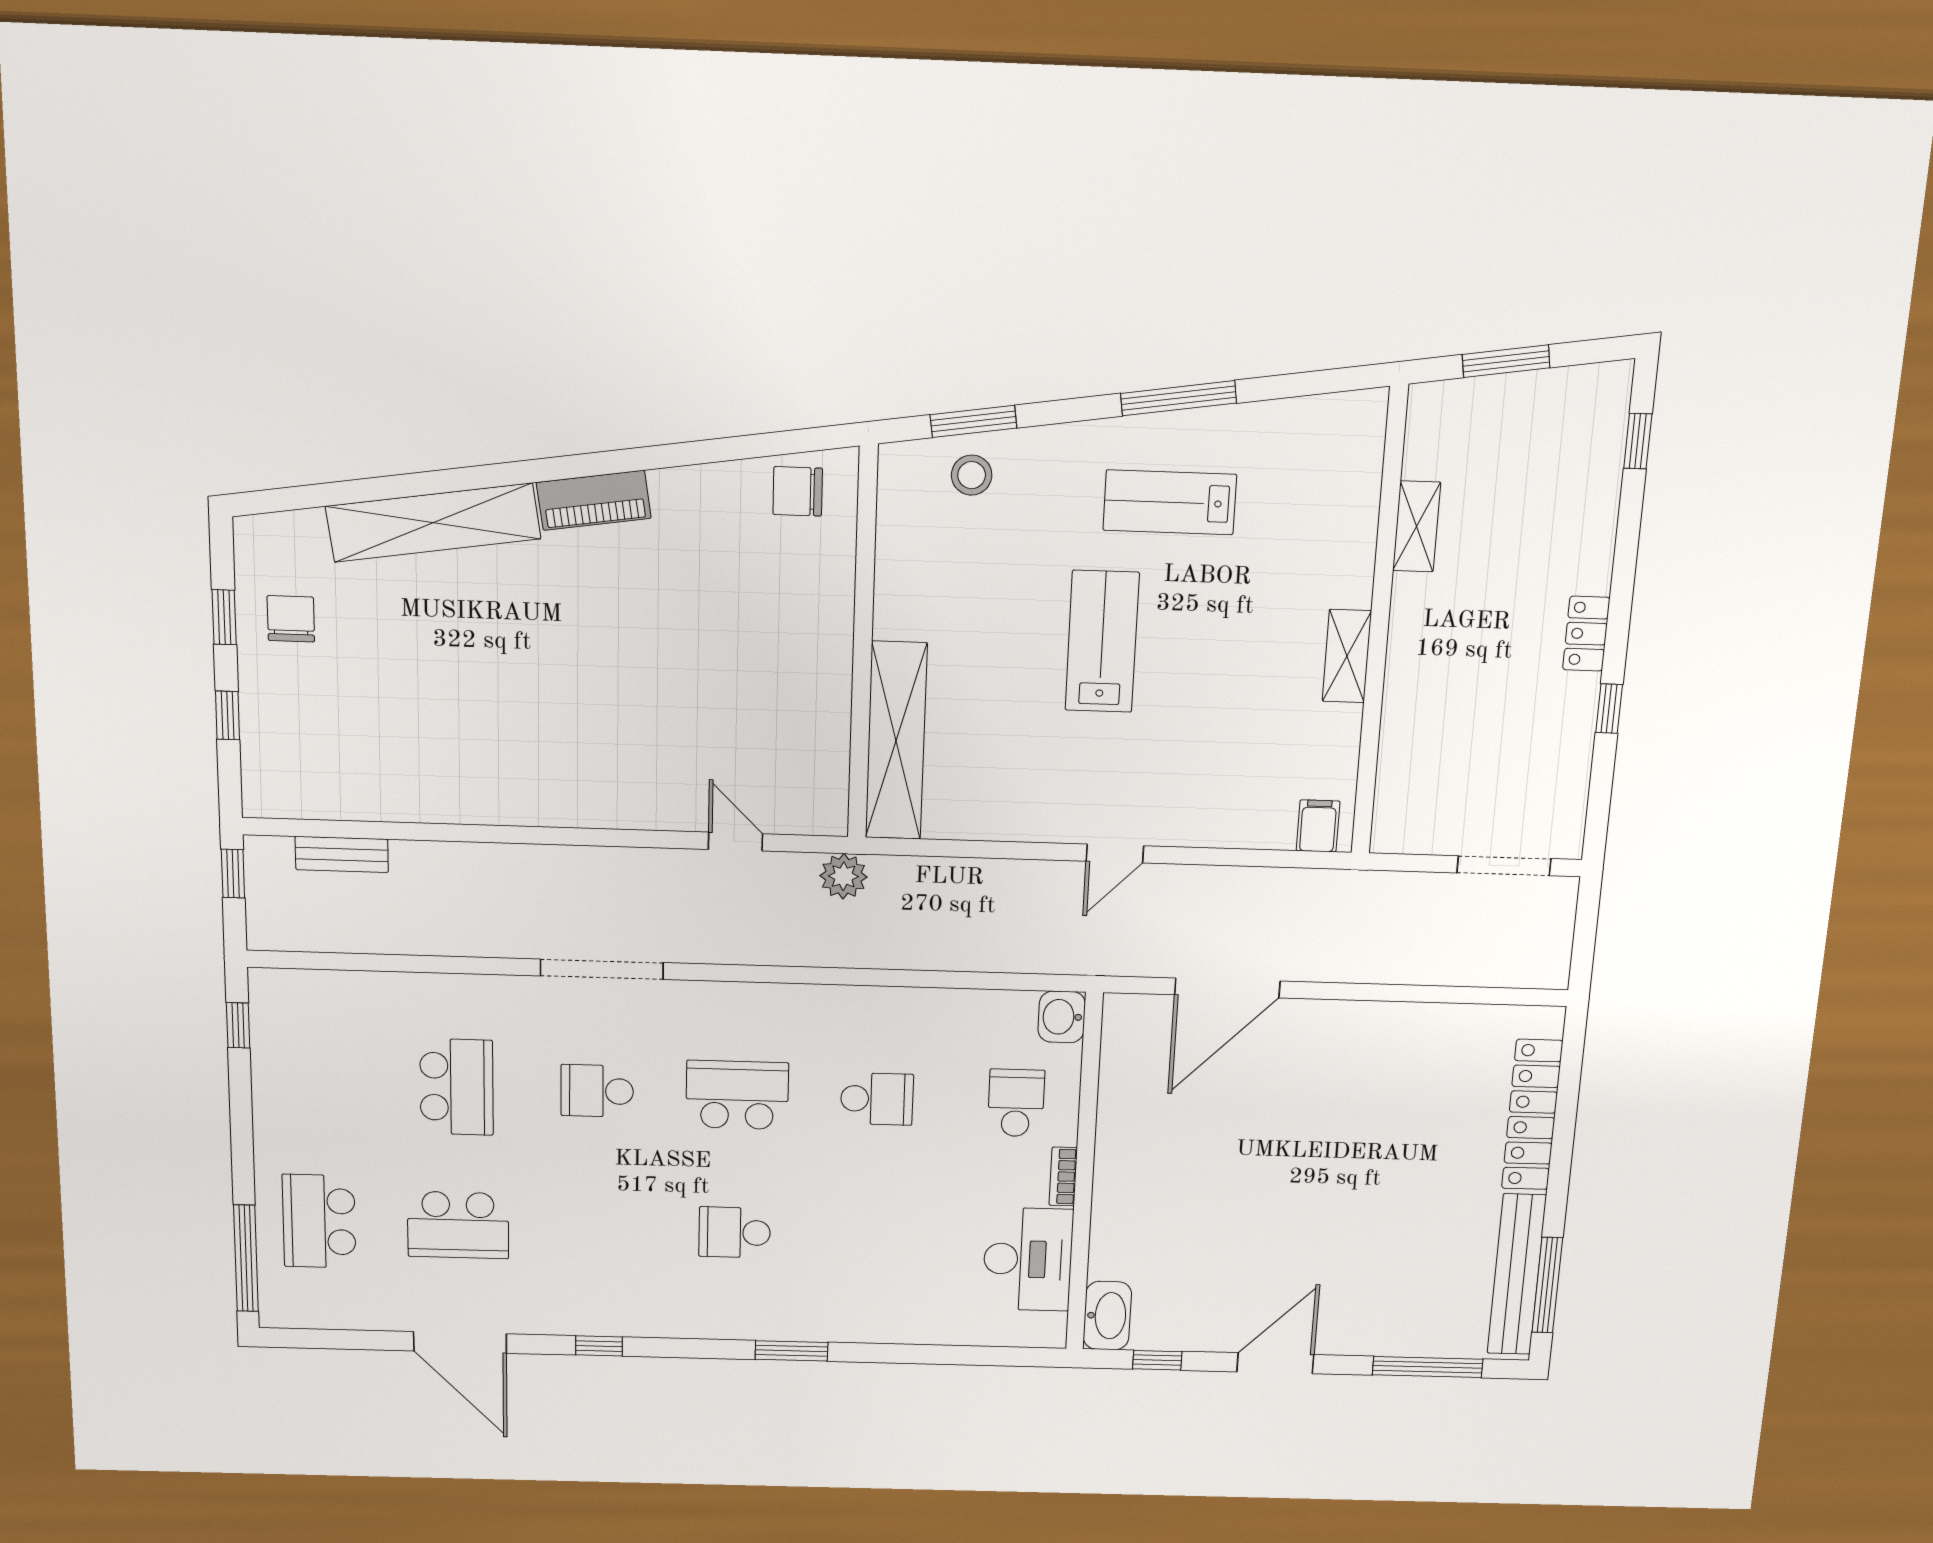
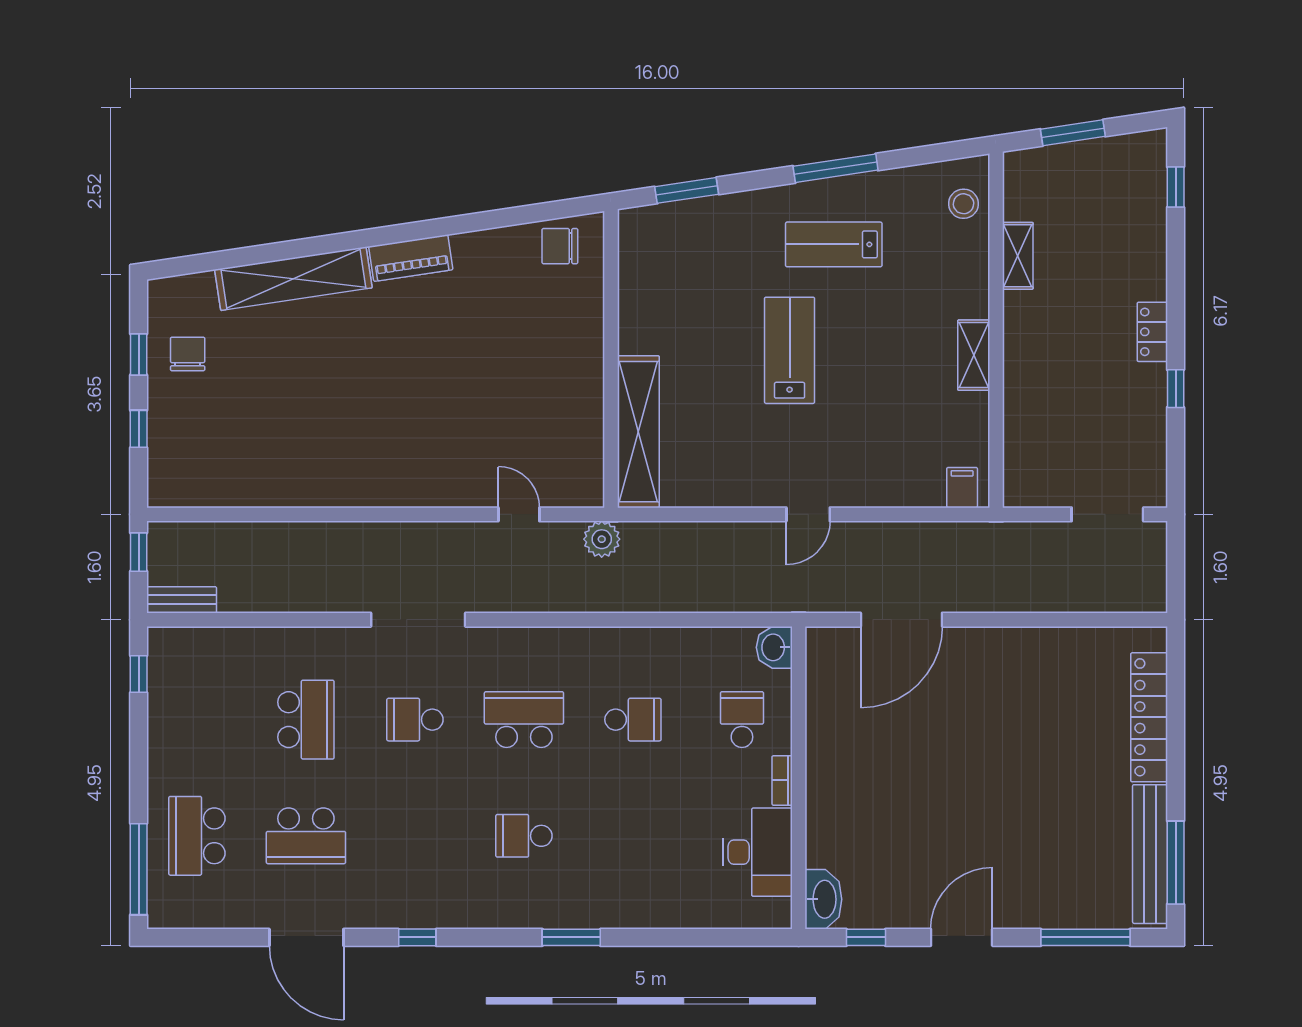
stool: (972, 475) -> (963, 204), moved
bench: (342, 854) -> (182, 600), moved

